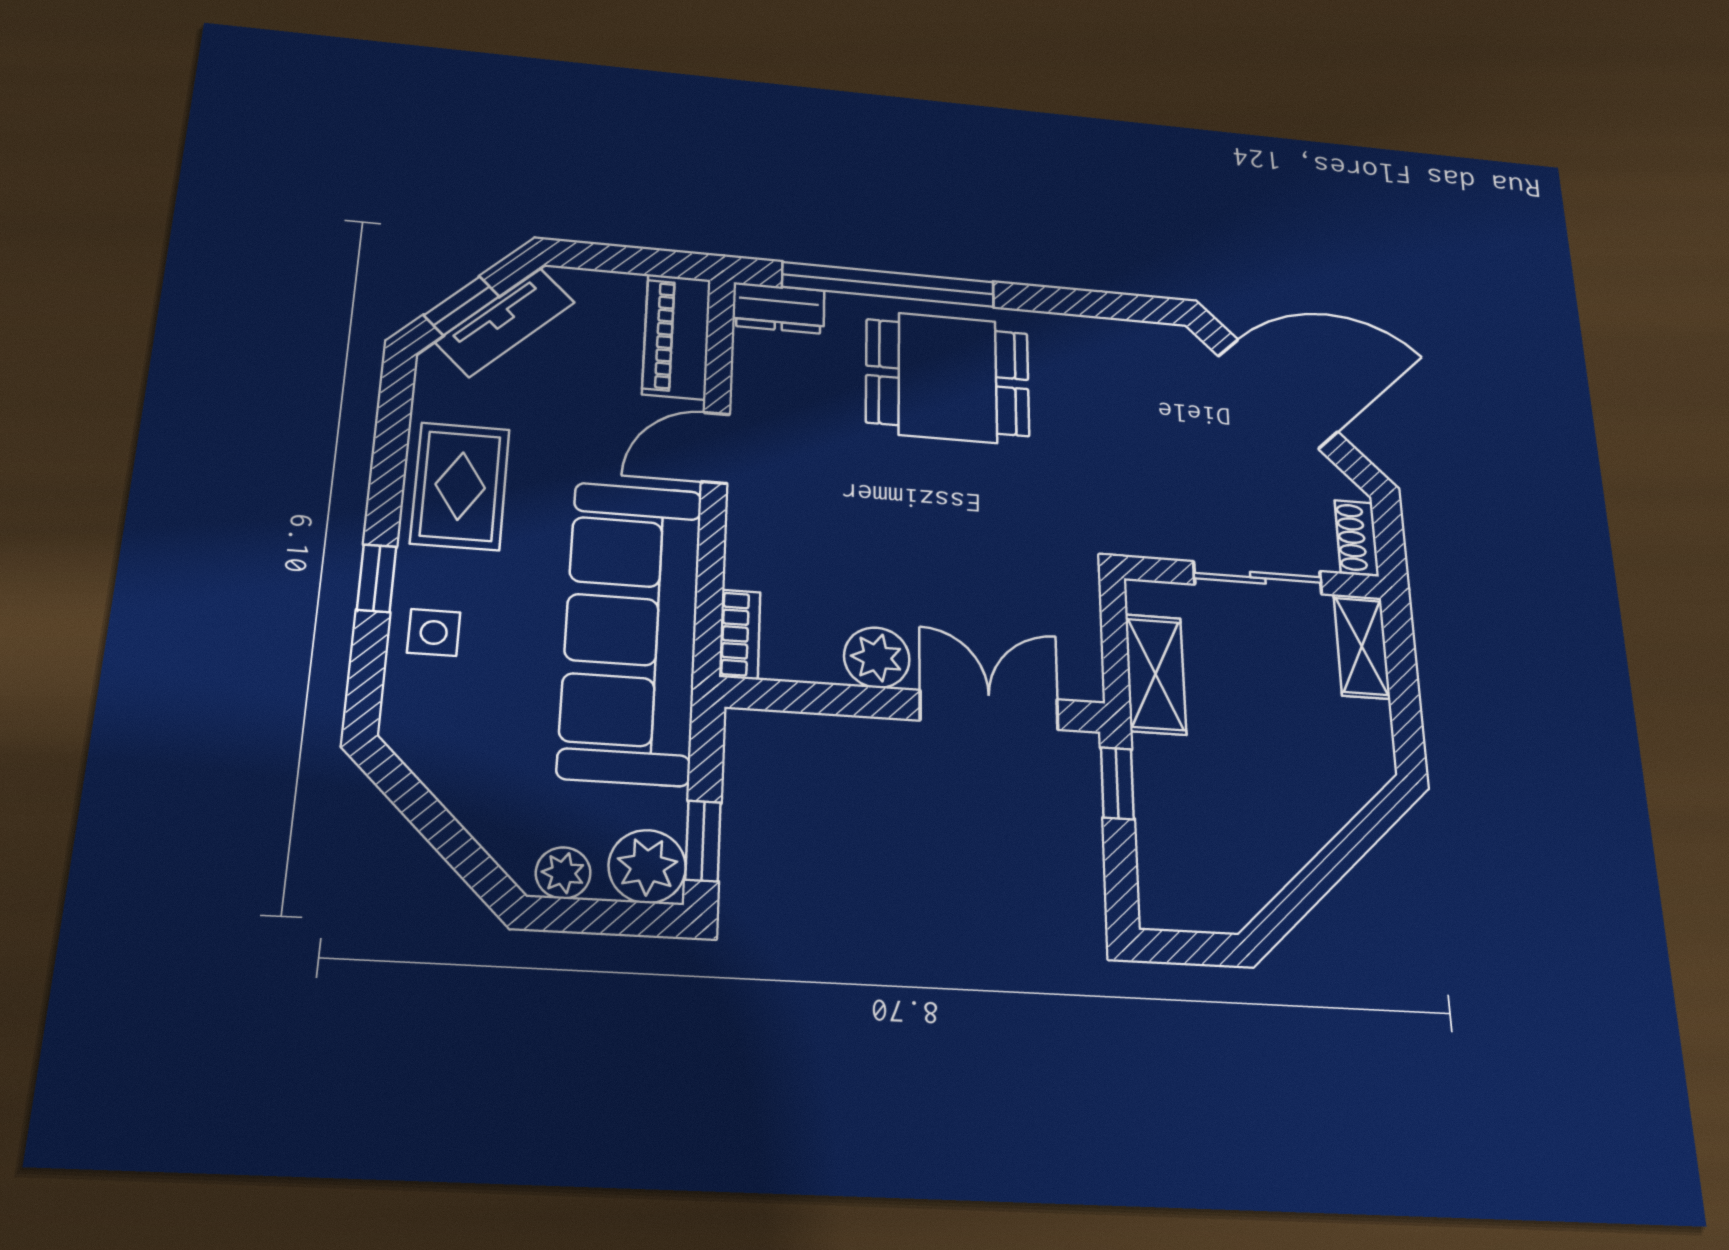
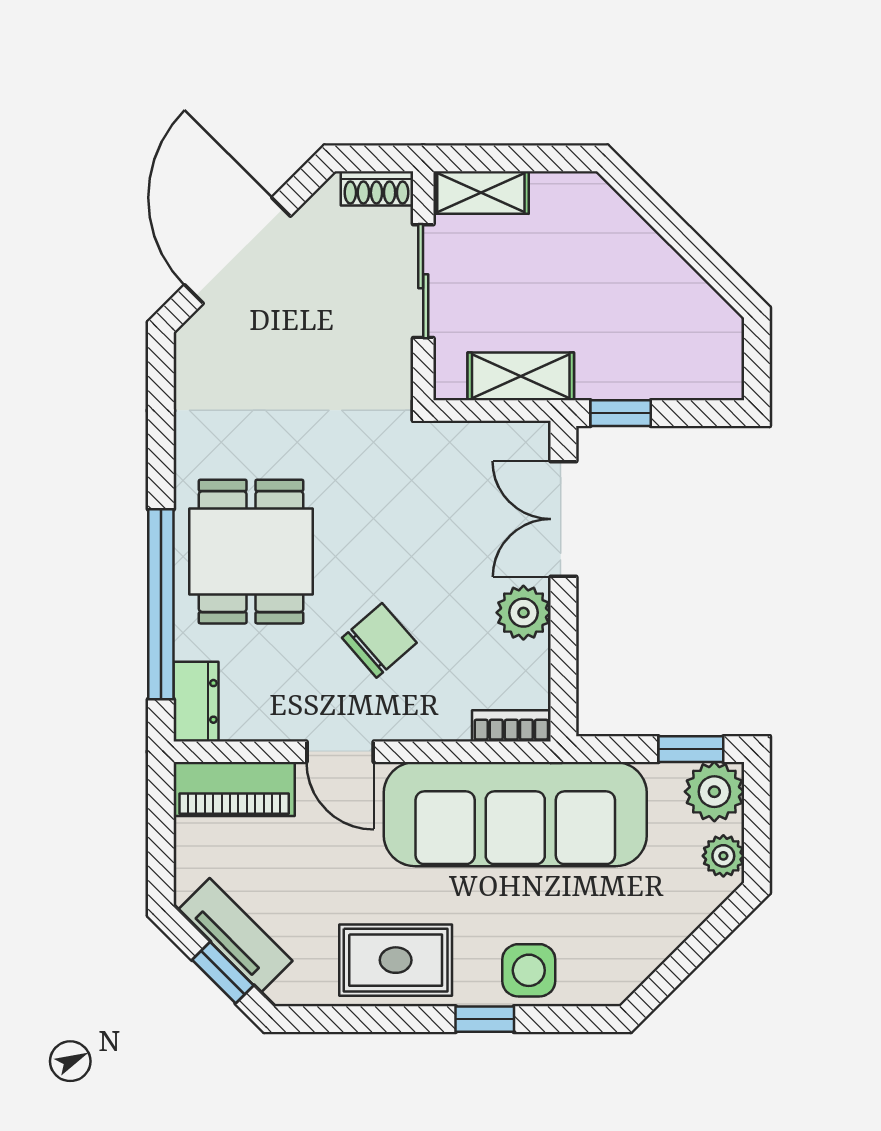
chair: (845, 499) -> (379, 640), added
side table: (434, 632) -> (529, 970), width x1.37, depth x1.37

